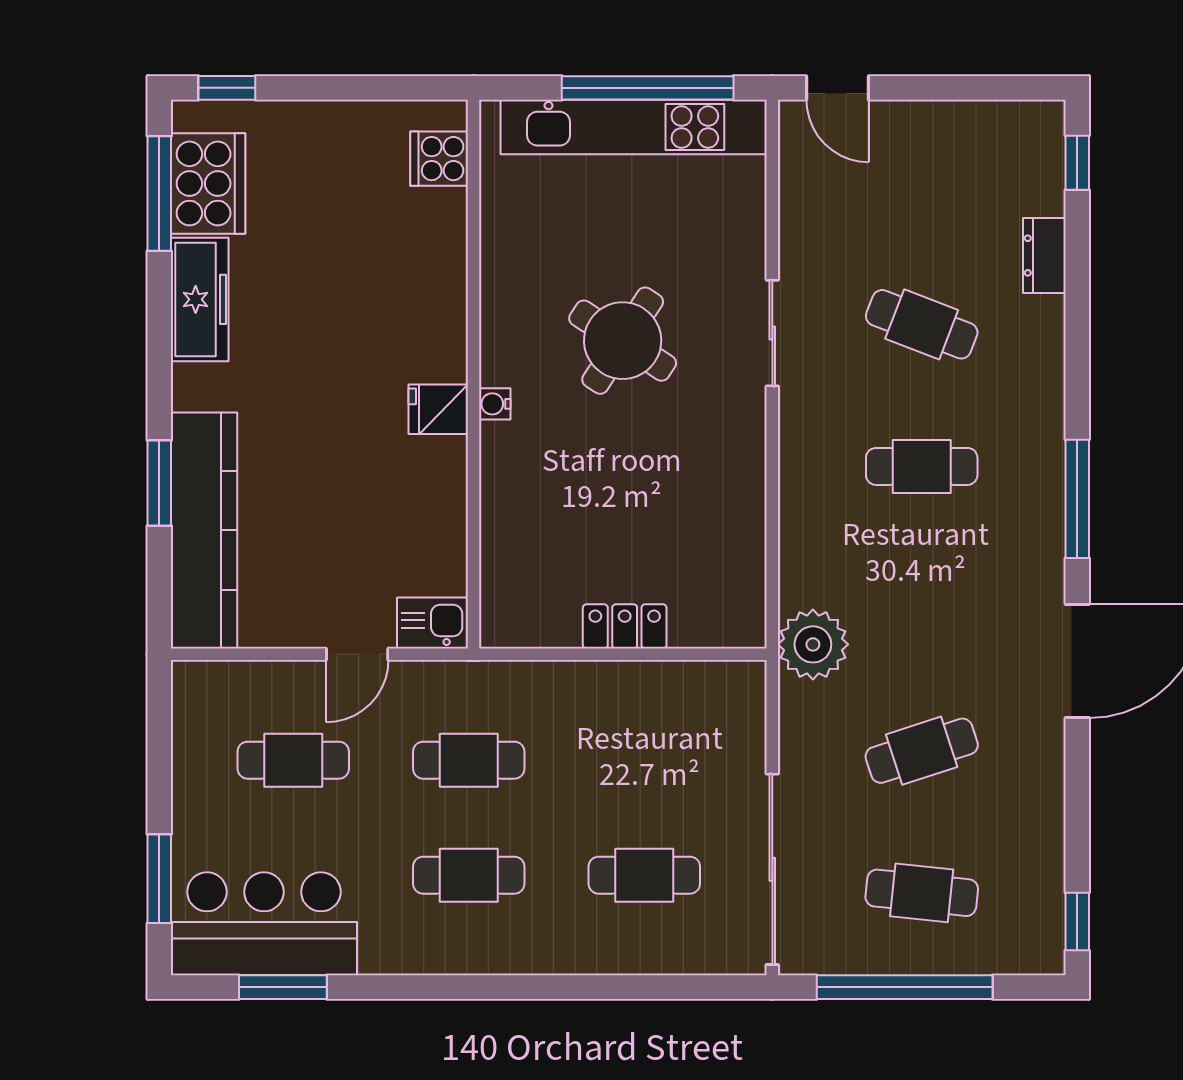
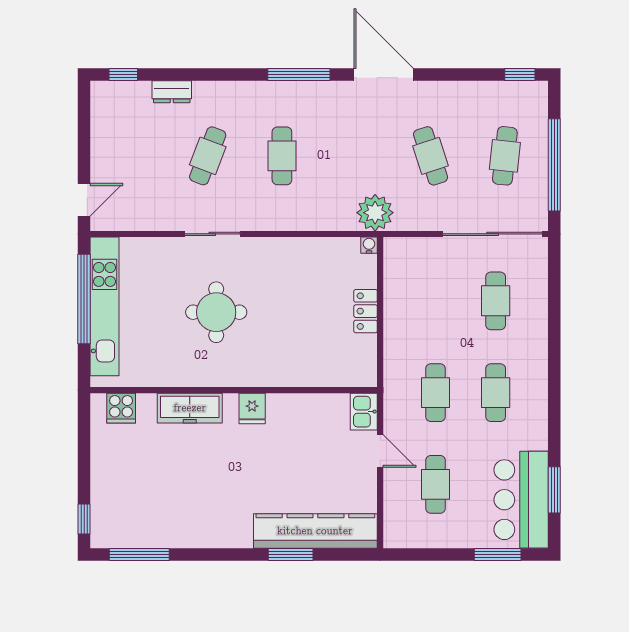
cooker: (208, 183) -> (134, 529), removed
freezer: (200, 299) -> (190, 408), moved, turned 180
round table: (623, 341) -> (216, 312), turned -33
water cooler: (495, 404) -> (369, 245), moved, turned 180

